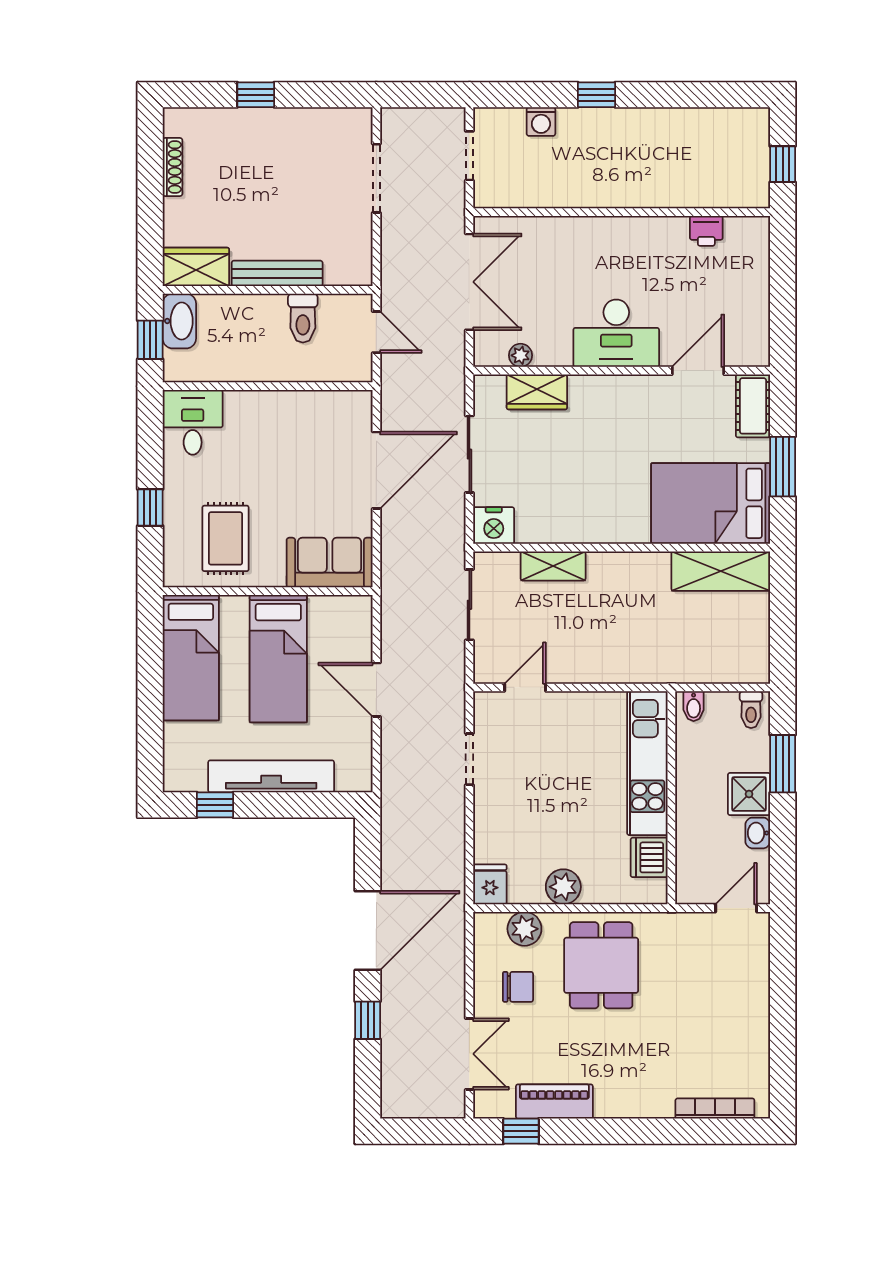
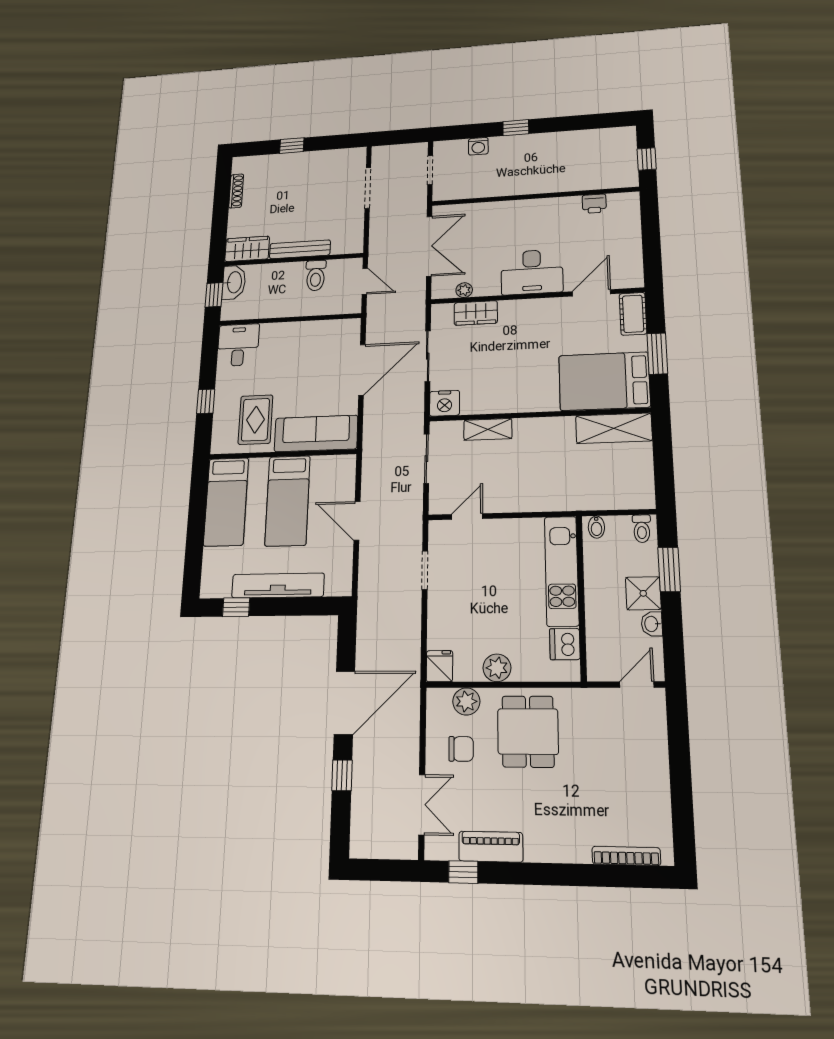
sofa: (330, 563) -> (316, 433), width x1.36

